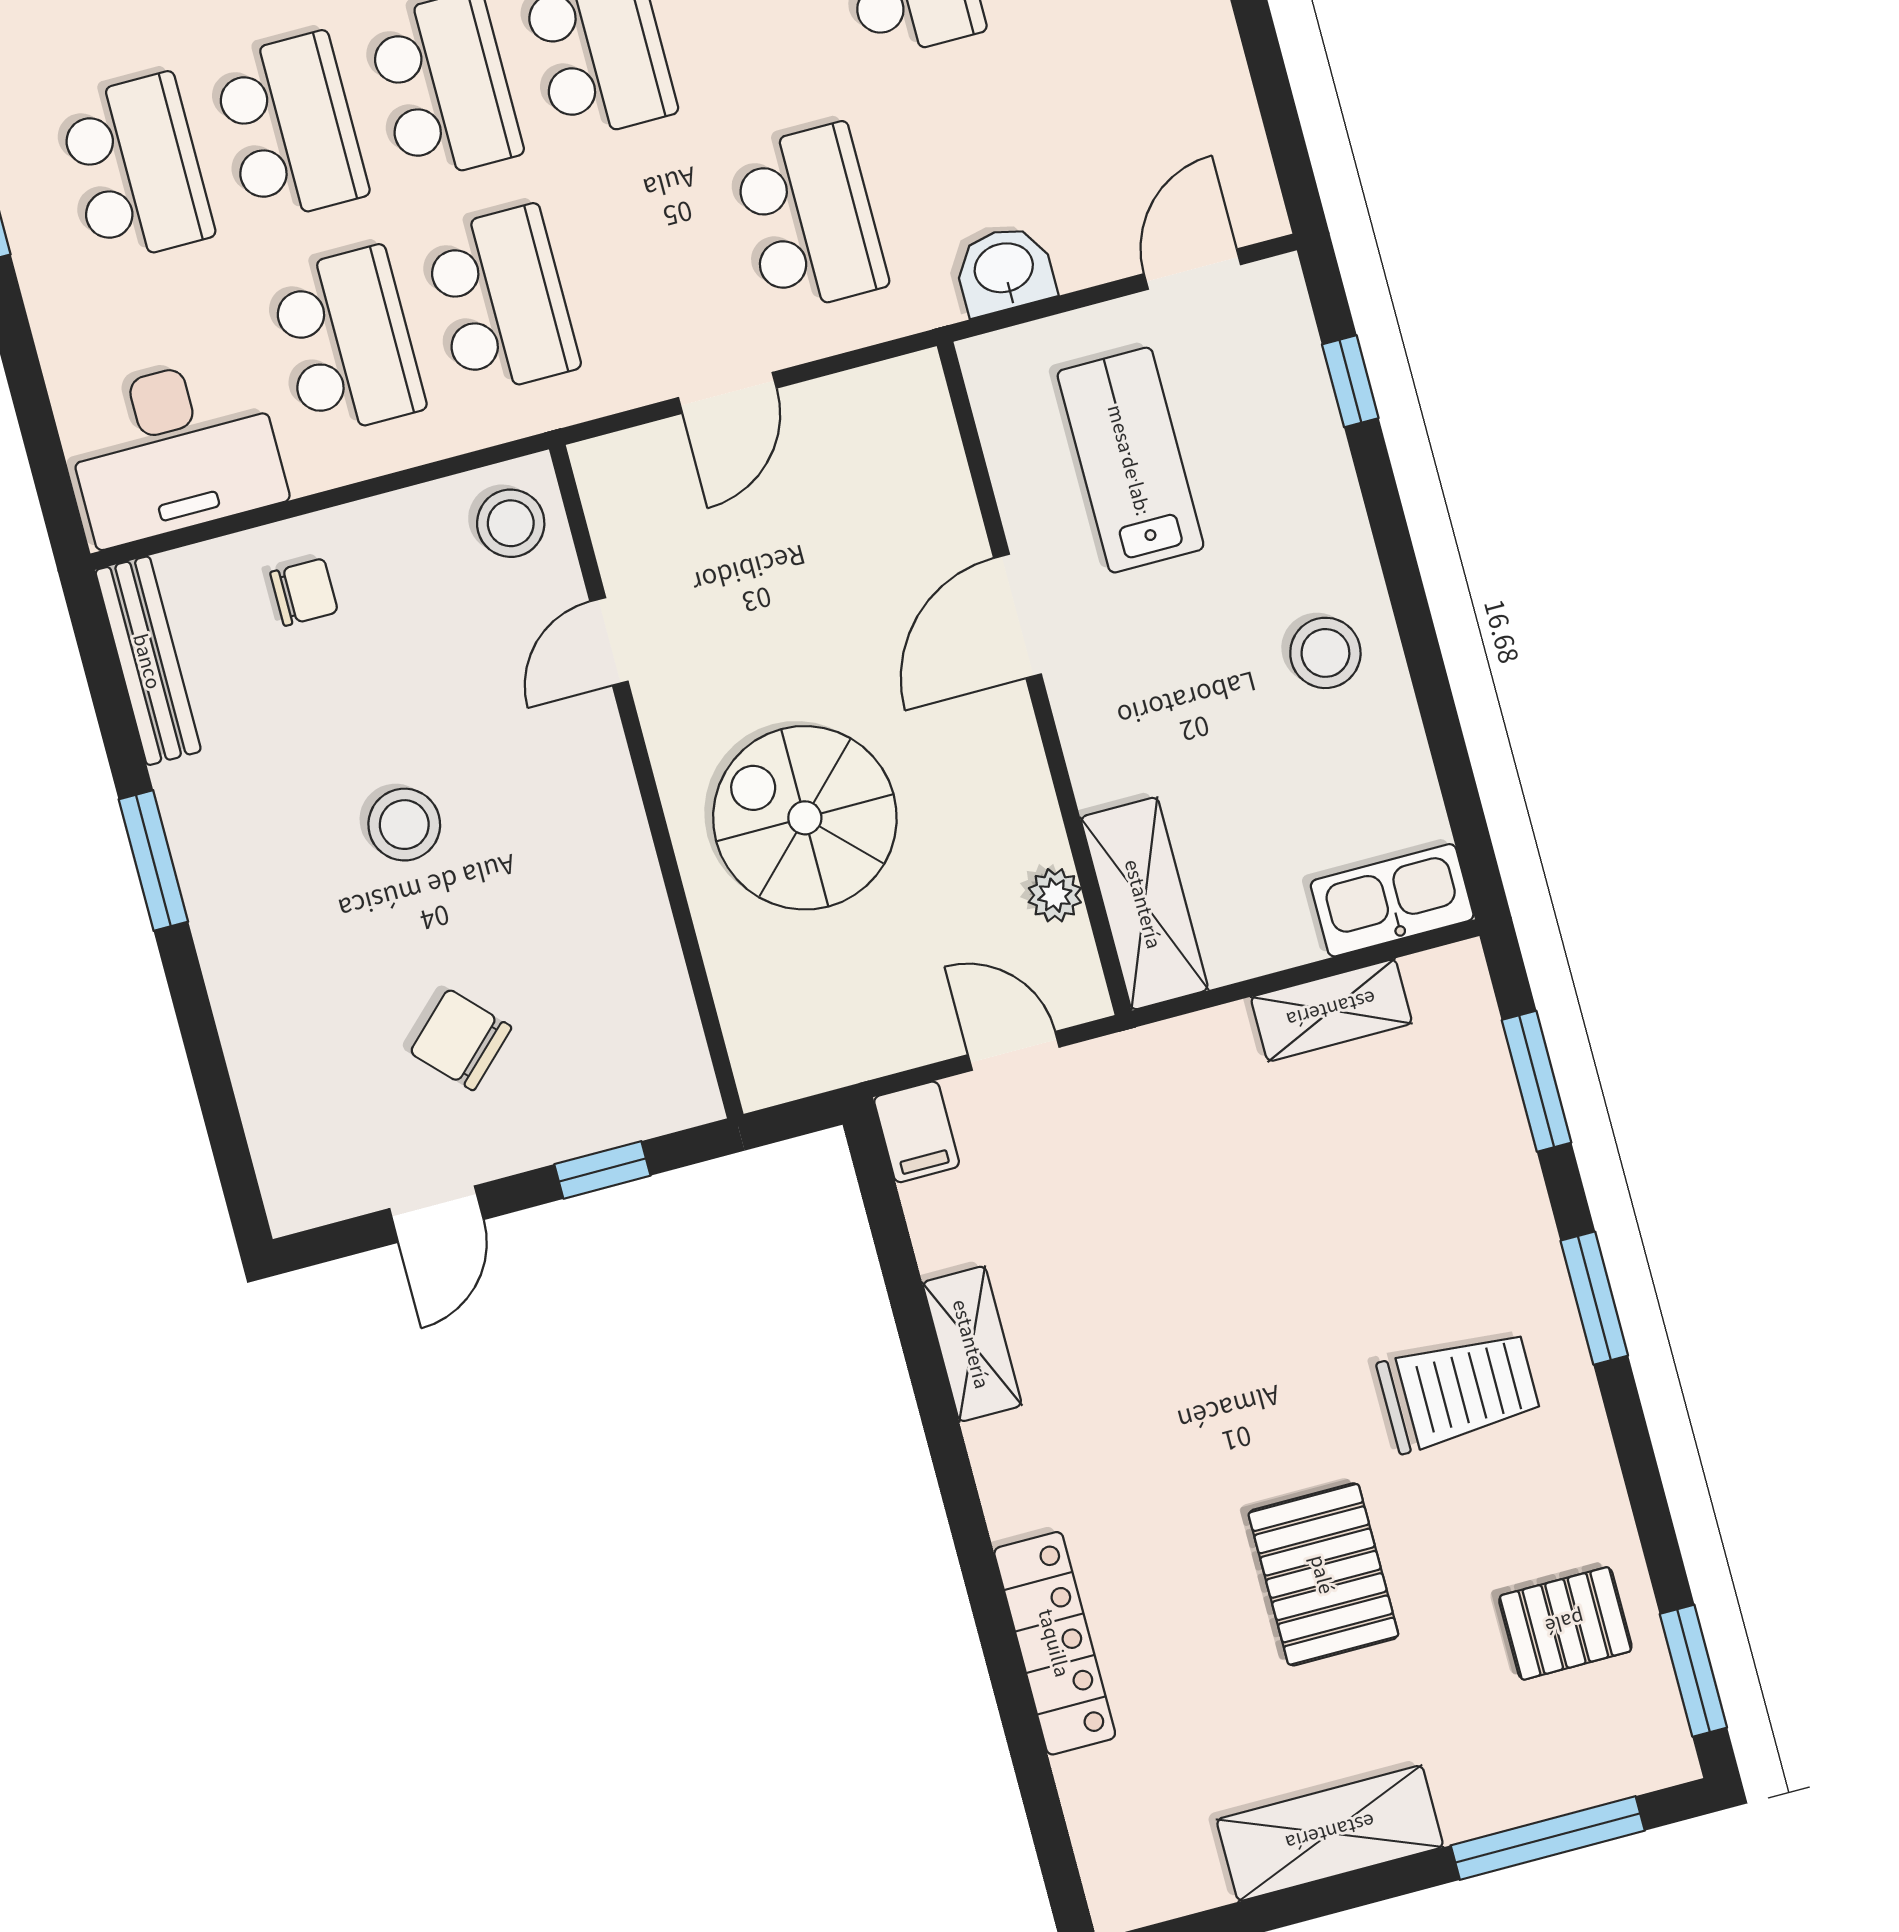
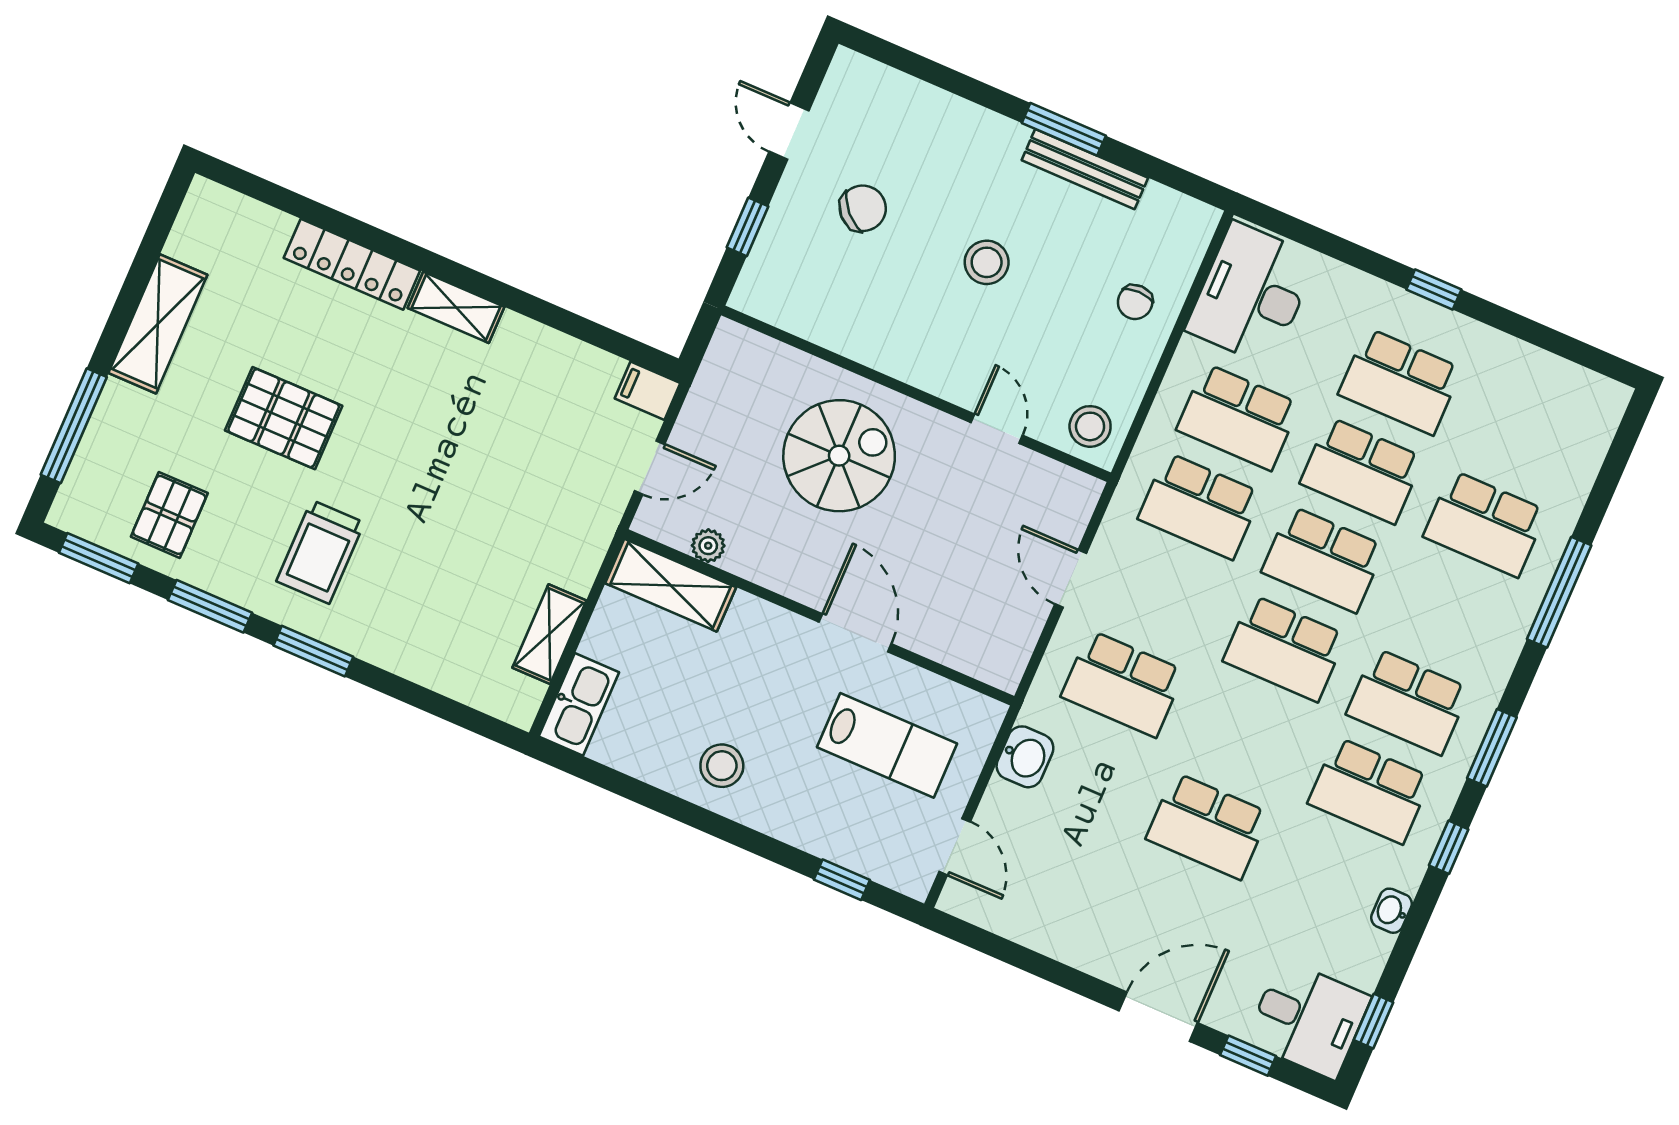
bench: (148, 661) -> (1085, 169), moved
window: (1537, 1081) -> (210, 606), moved
shelving: (972, 1344) -> (456, 307), moved

